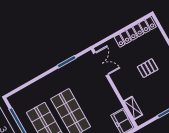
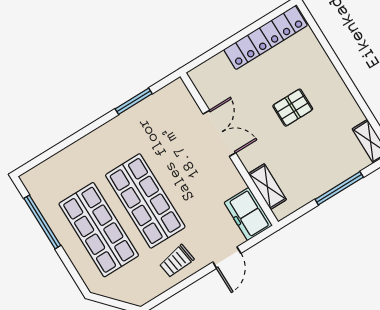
double door: (101, 64) -> (219, 133), moved

